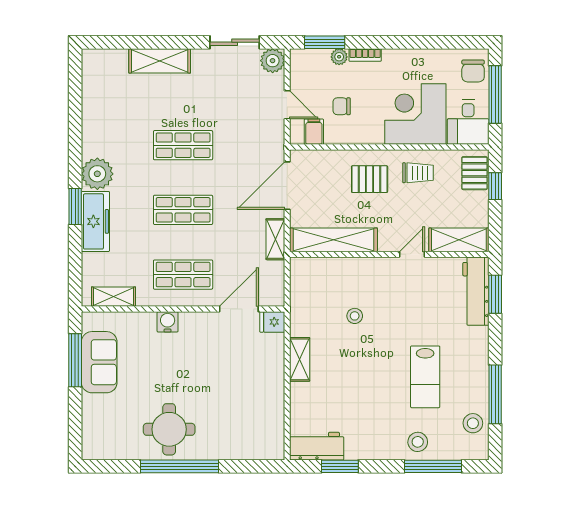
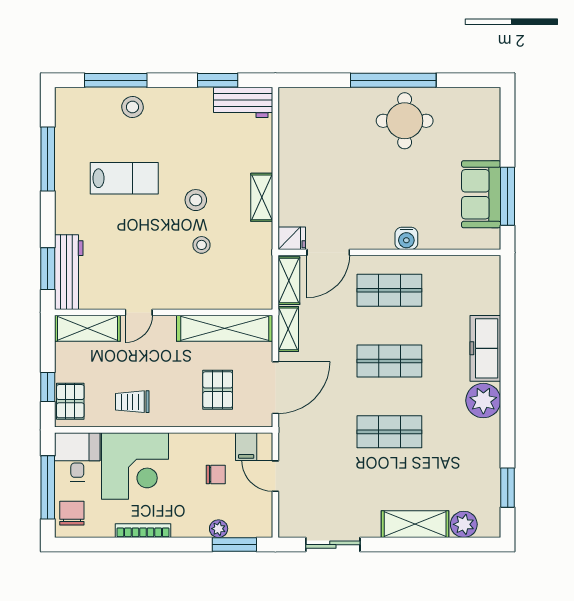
bookcase: (365, 55) -> (143, 531), moved, width x1.56
plant: (273, 61) -> (464, 524), moved
pallet: (370, 179) -> (218, 390), moved, turned 90
window: (75, 207) -> (508, 488), moved
shelving: (113, 297) -> (289, 281), moved, turned 90
lab bench: (425, 377) -> (124, 178), turned 90
stool: (473, 423) -> (196, 200), moved

